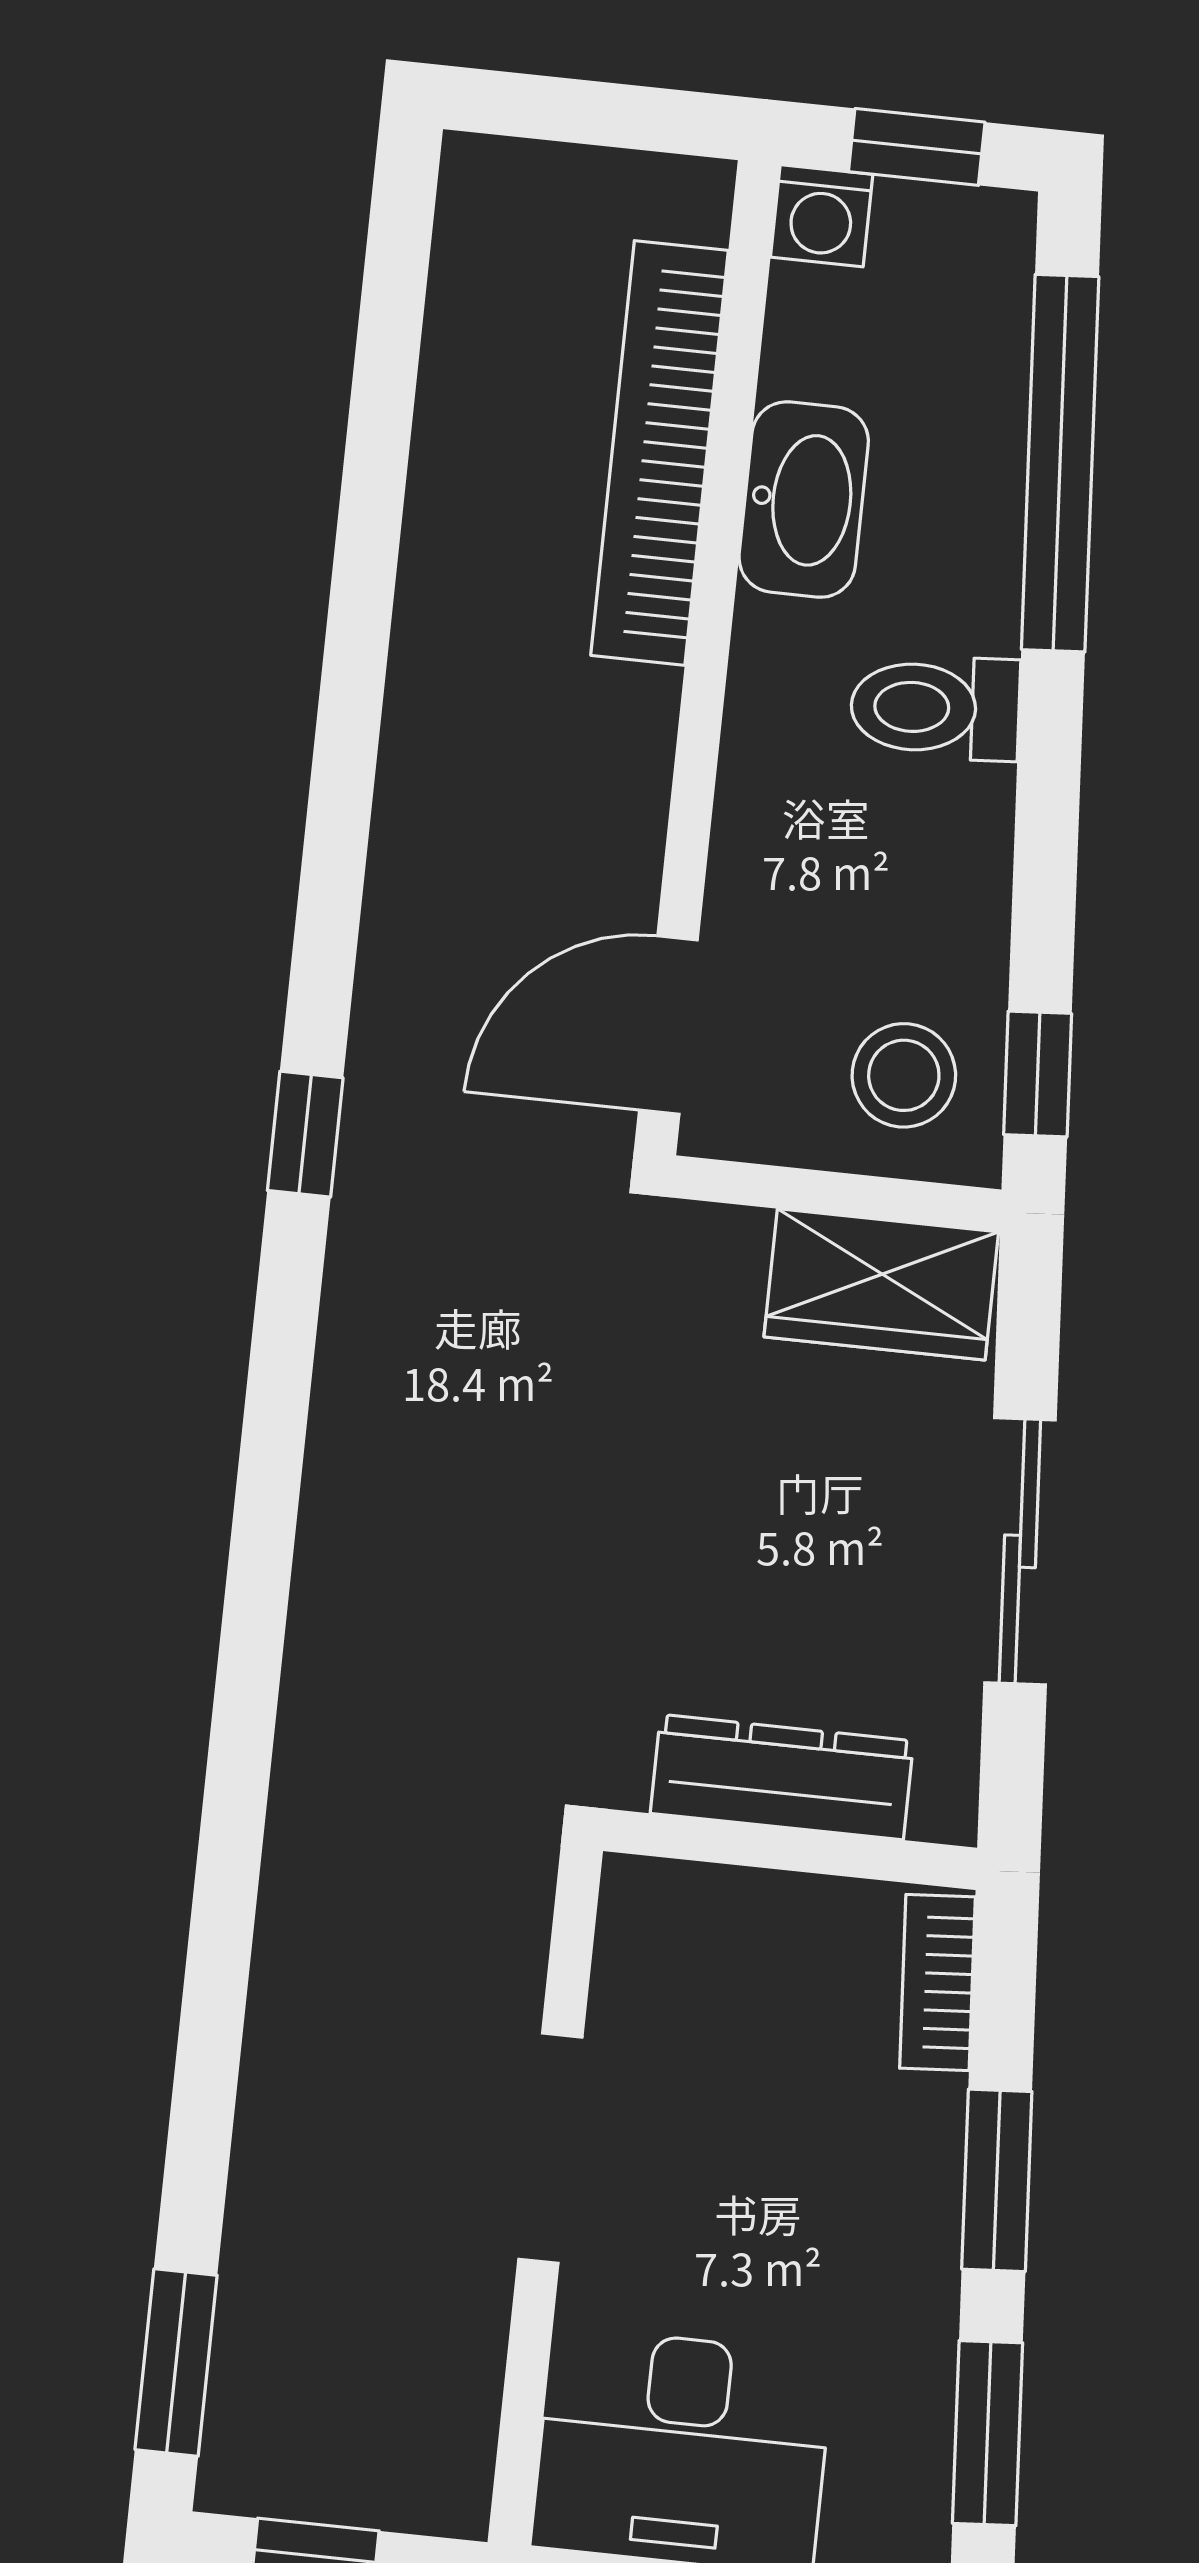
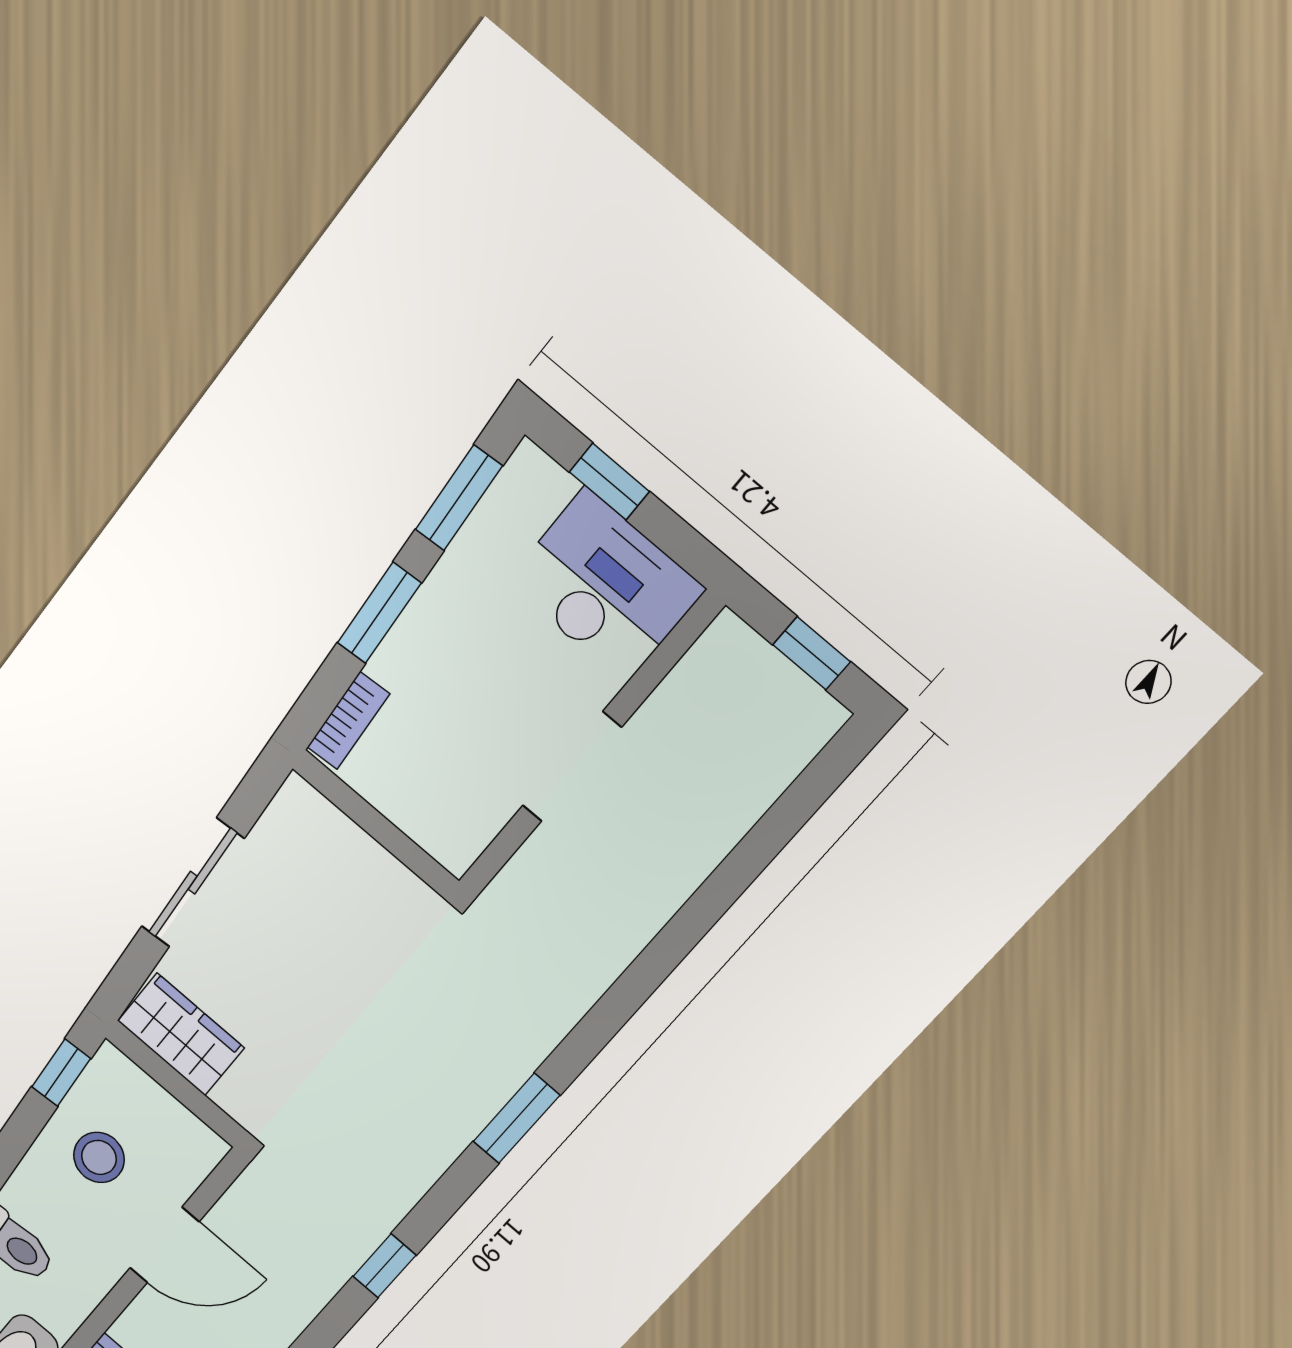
door: (668, 1025) -> (164, 1245), moved
stool: (904, 1075) -> (99, 1157), moved
dresser: (782, 1777) -> (359, 858), removed
window: (176, 2362) -> (516, 1118), moved

